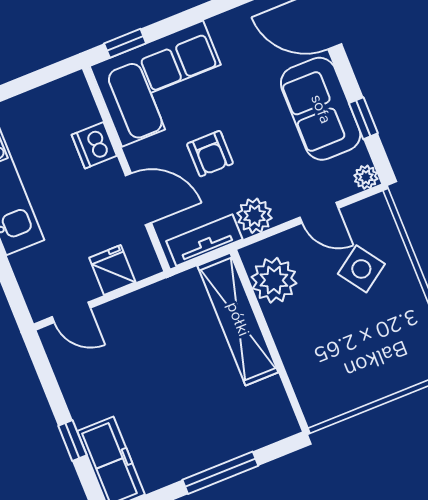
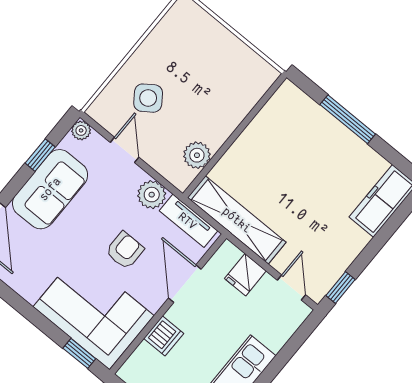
plant: (274, 280) -> (197, 155), width x0.73, depth x0.73
shelving: (238, 319) -> (237, 220), moved, turned 90
window: (72, 441) -> (340, 287), moved

